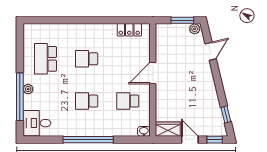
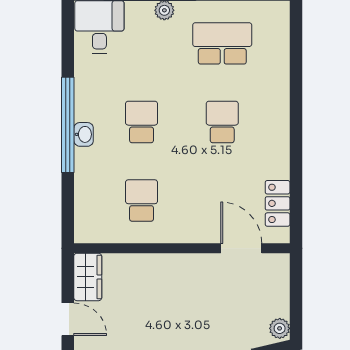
window: (182, 20) -> (296, 305), removed
door: (153, 73) -> (241, 248), moved
washbasin: (144, 131) -> (84, 134), moved
door: (190, 140) -> (68, 319), hinge flipped

